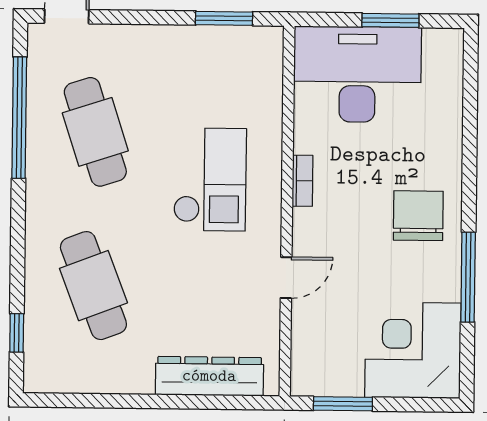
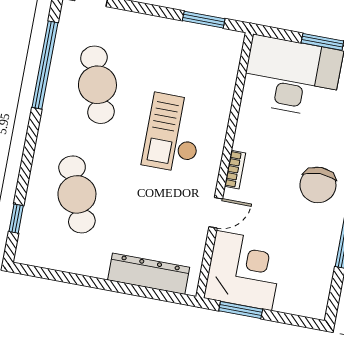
checkout: (210, 179) -> (173, 133), turned 180
bookcase: (302, 181) -> (235, 170), moved
chair: (418, 216) -> (318, 185), turned 180
corner desk: (413, 350) -> (244, 270), moved, turned 90

